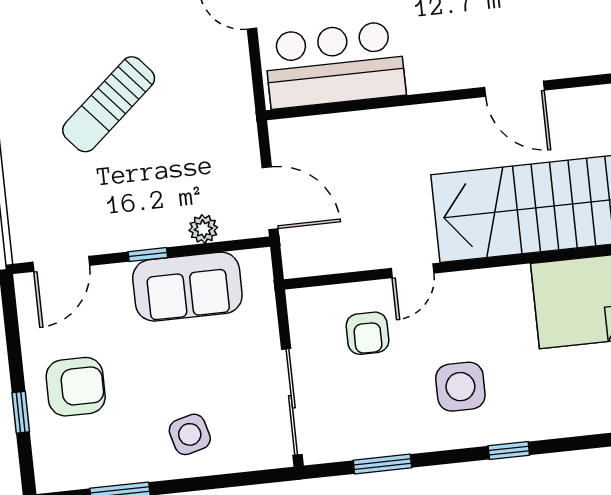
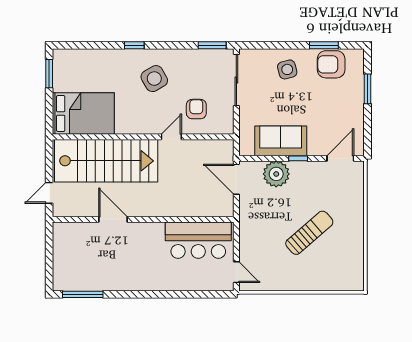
plant: (203, 229) -> (276, 174), width x1.88, depth x1.88
armchair: (76, 387) -> (331, 64), moved
side table: (460, 387) -> (154, 79), turned -30
window: (21, 412) -> (367, 89), width x1.50
window: (382, 464) -> (212, 45), moved

